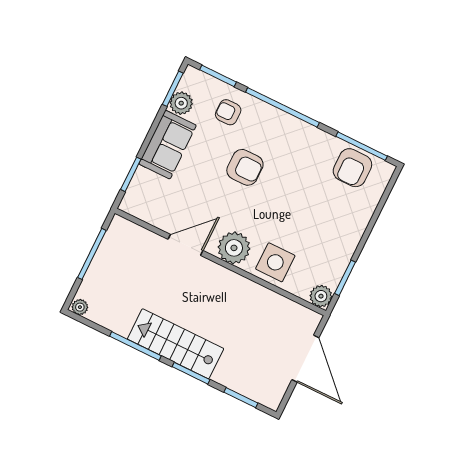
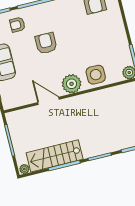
armchair: (245, 167) -> (46, 43), turned -90
door: (185, 245) -> (48, 101), hinge flipped
stairs: (176, 344) -> (55, 156), moved

